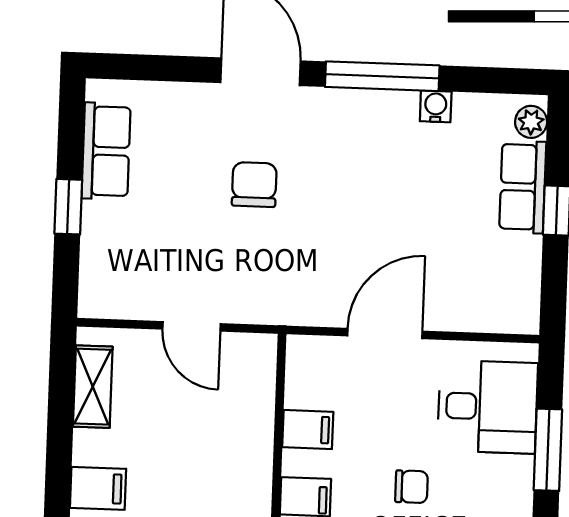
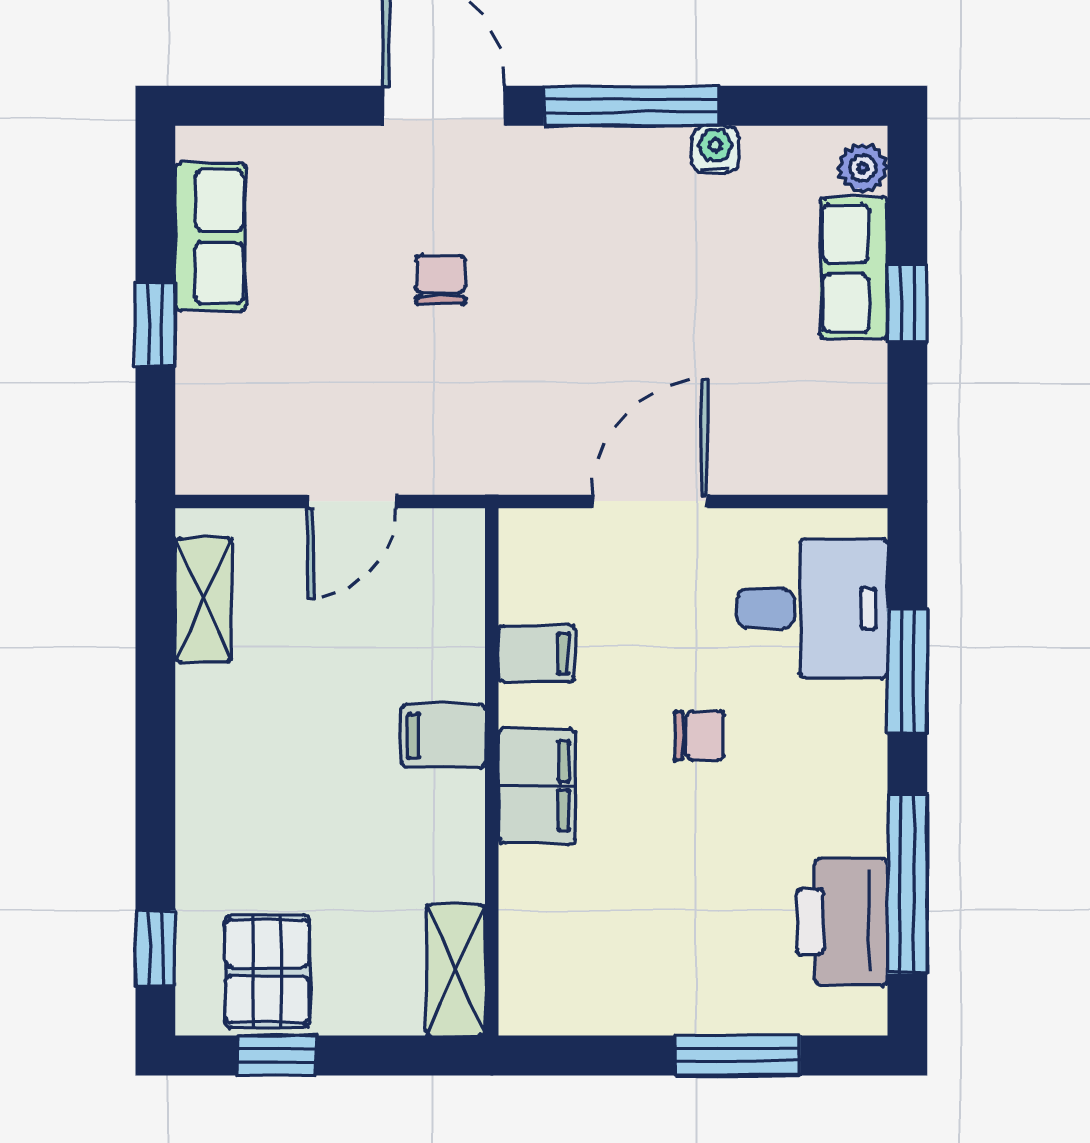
chair: (254, 185) -> (440, 280), width x0.73, depth x0.73
door: (192, 326) -> (352, 501), hinge flipped
filing cabinet: (98, 488) -> (443, 736), moved, turned 180

